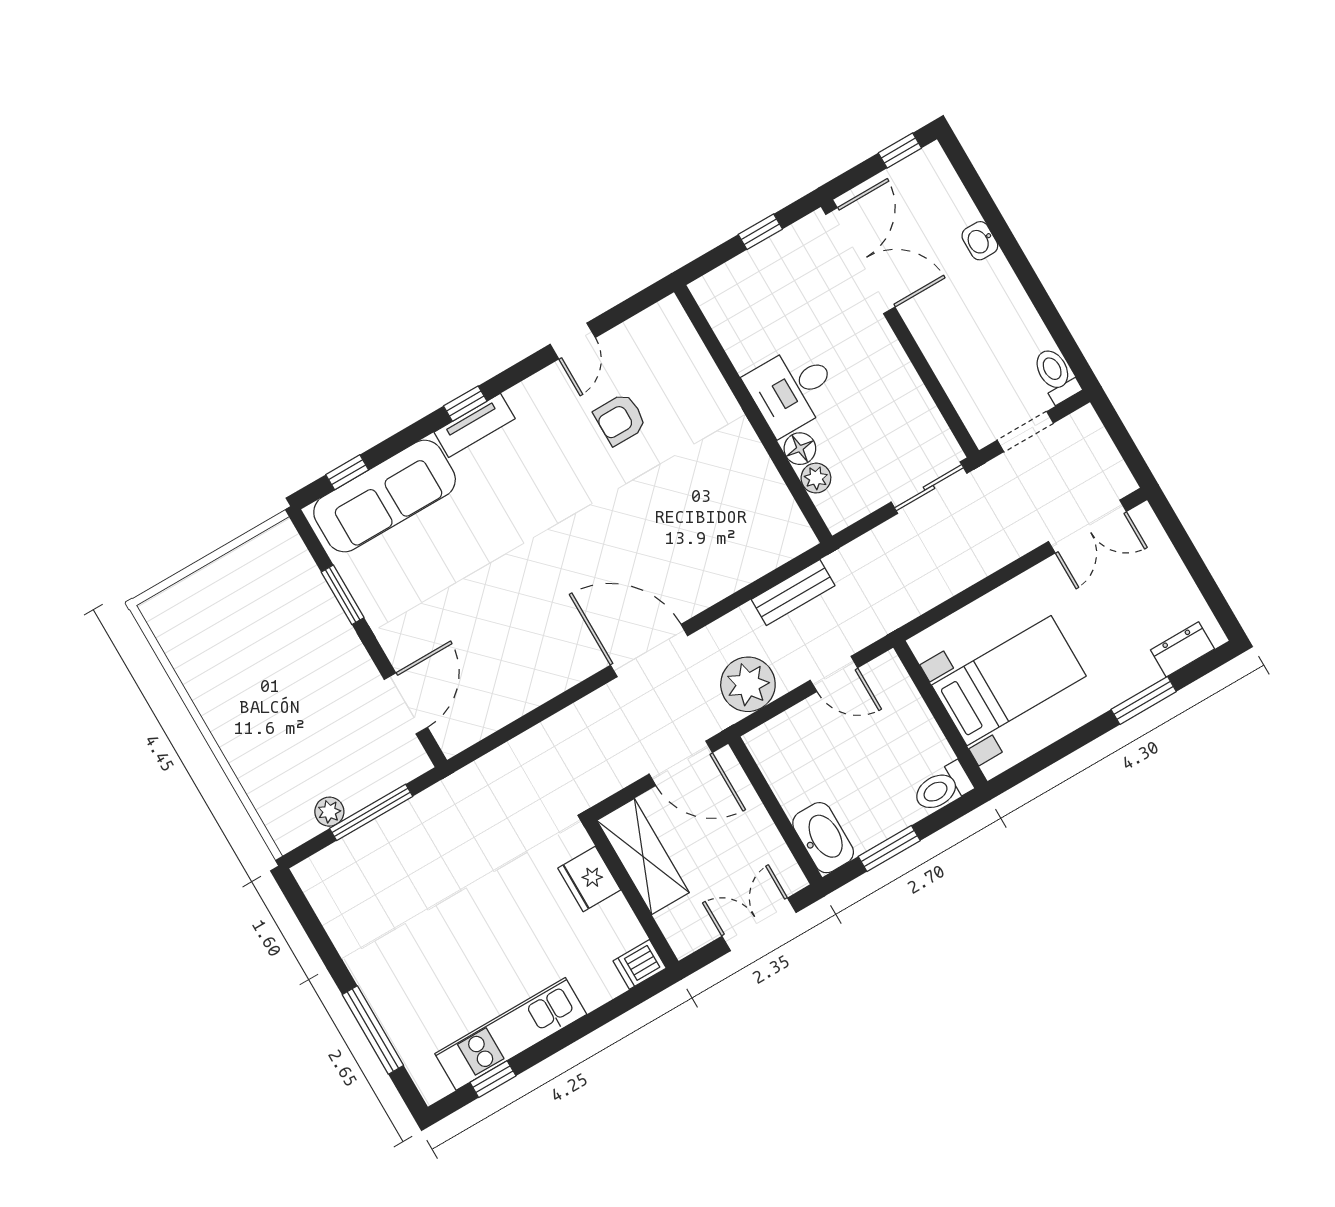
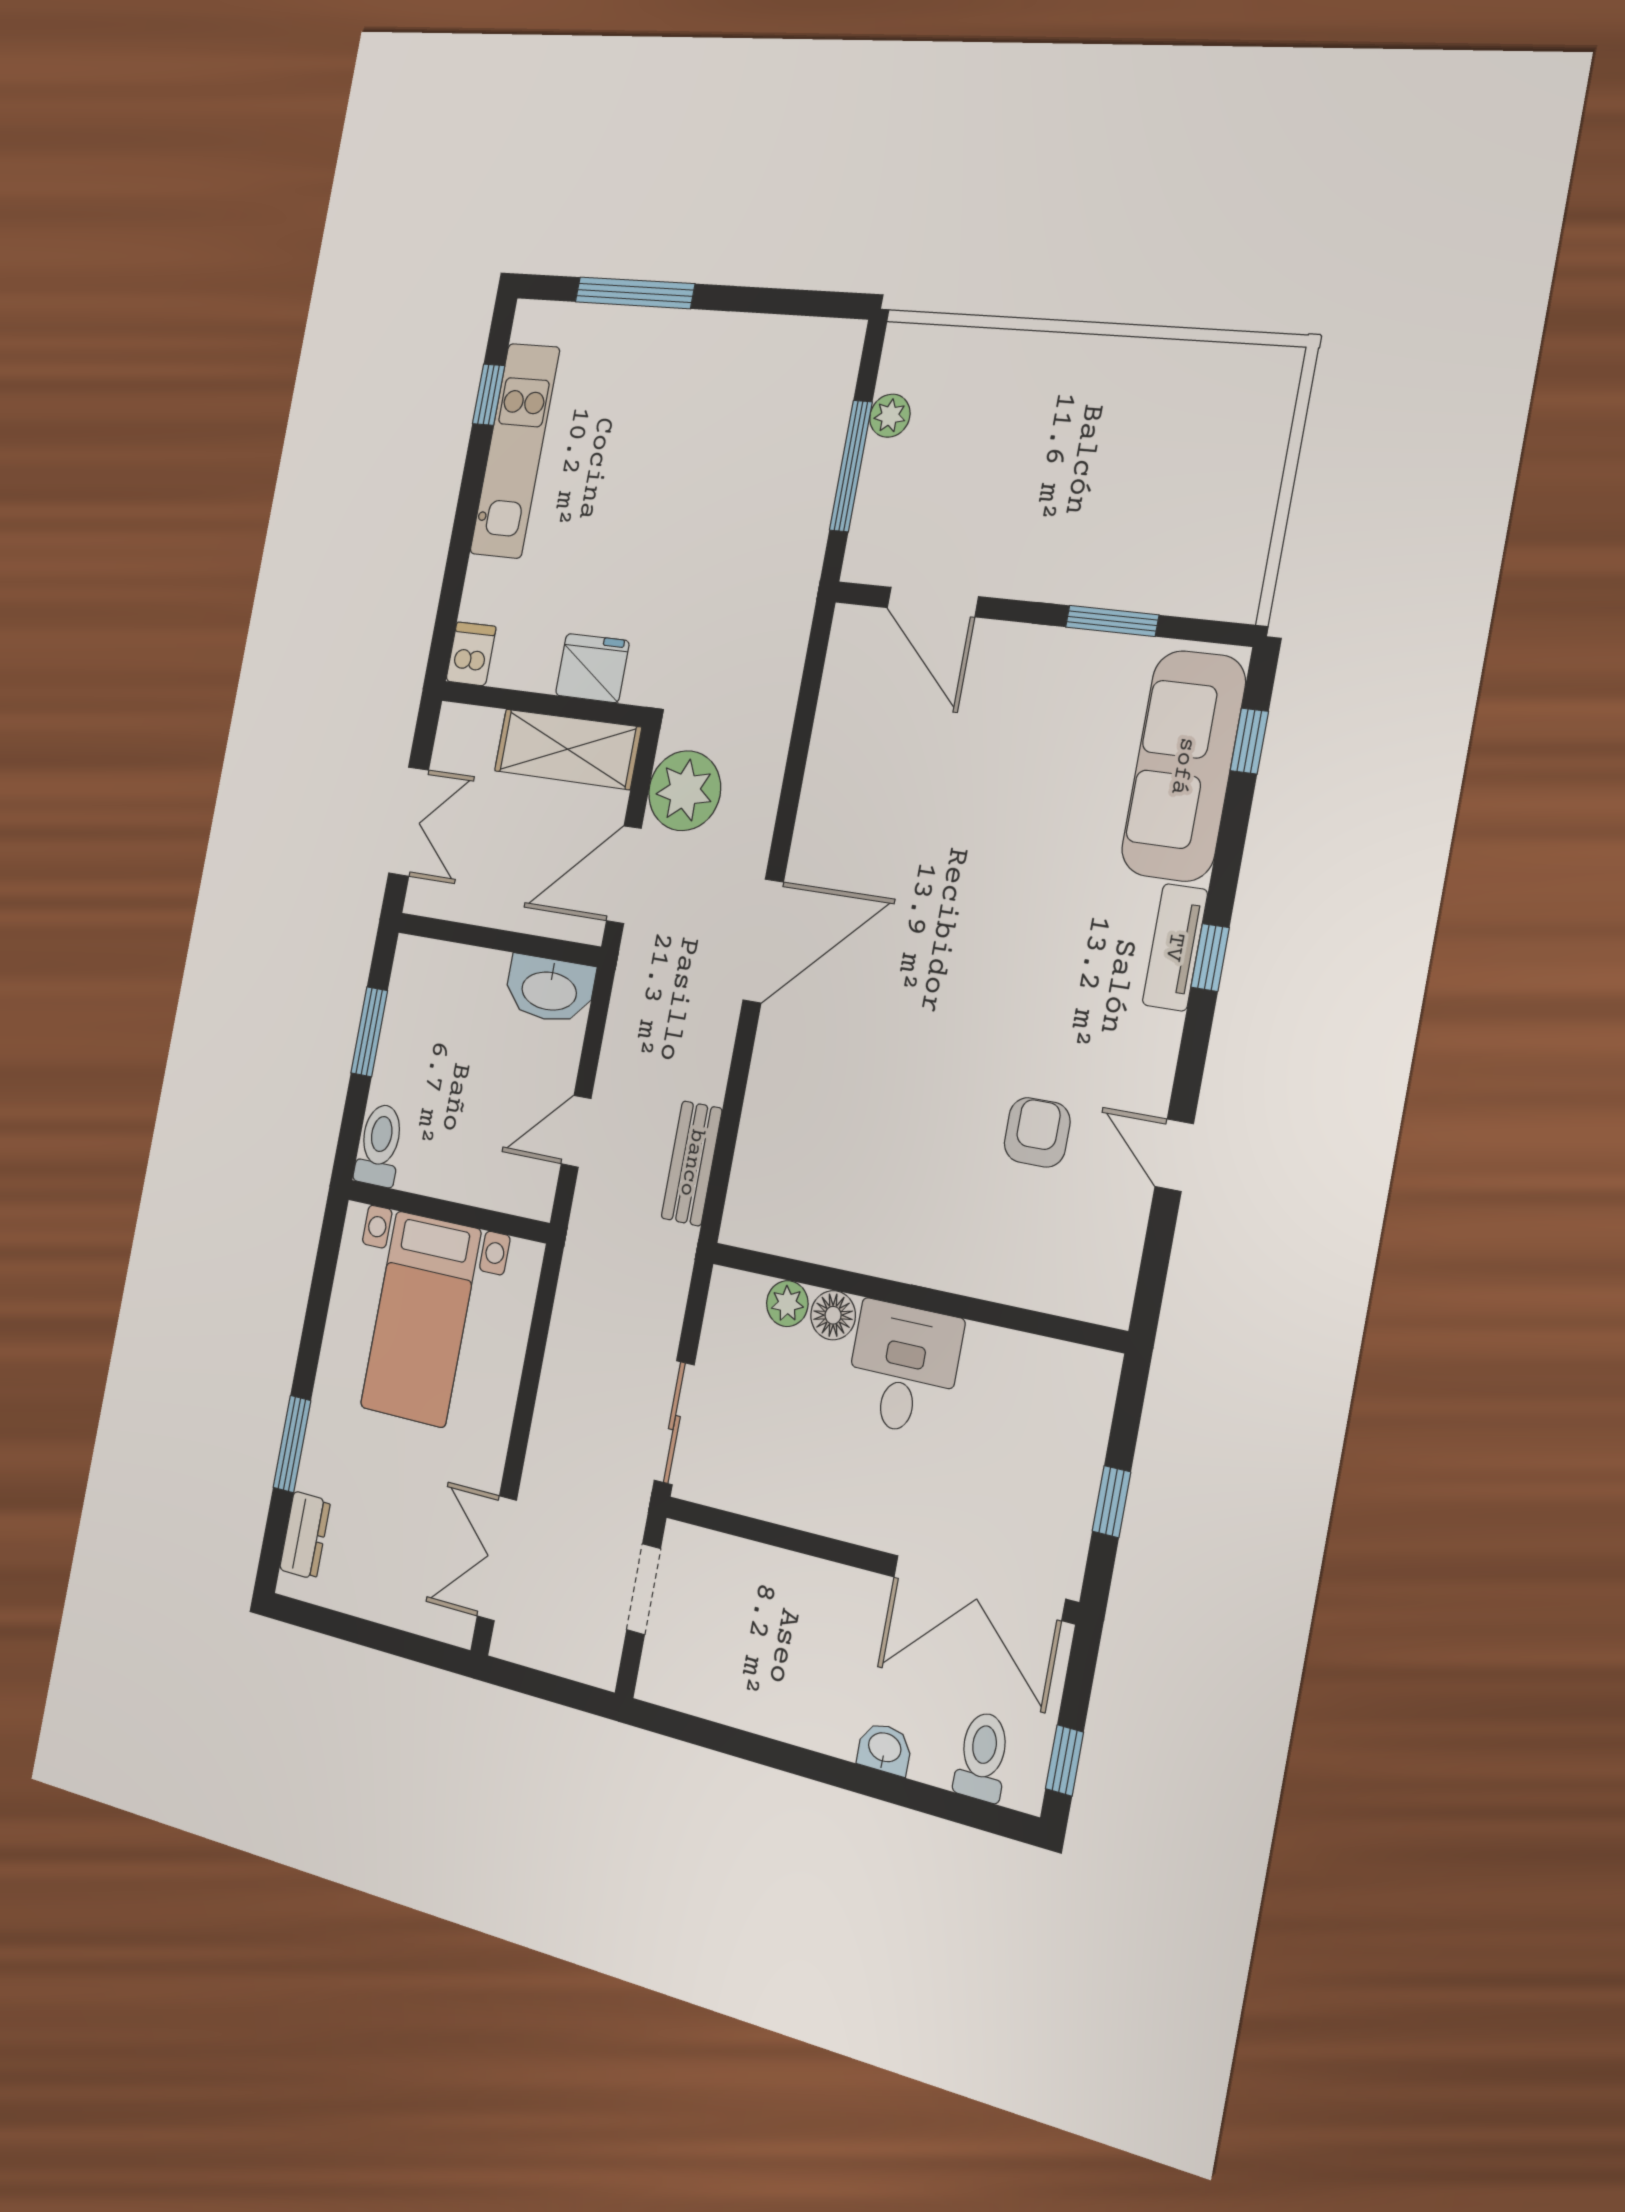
toilet: (1056, 375) -> (982, 1756), moved, turned -90
plant: (748, 684) -> (685, 791), moved
washbasin: (823, 838) -> (550, 989), moved

